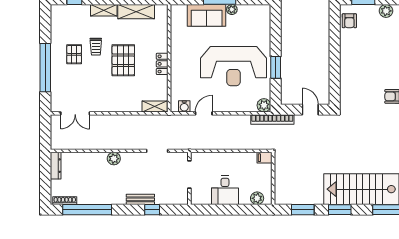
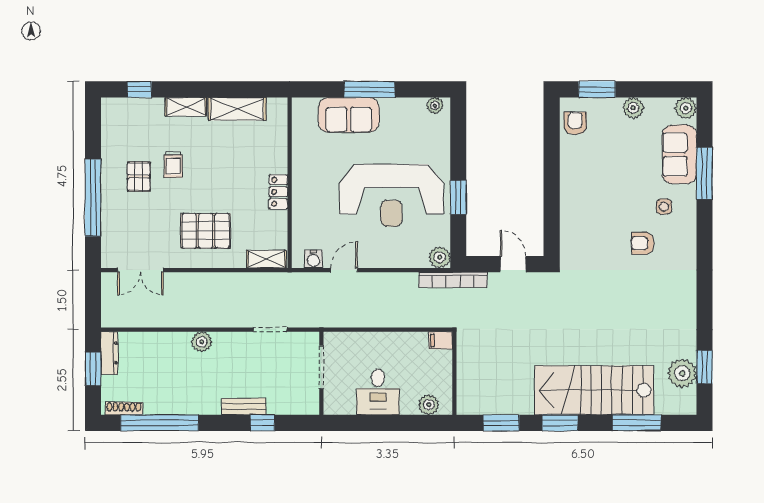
plant: (232, 9) -> (435, 105), moved
armchair: (349, 21) -> (575, 123), turned 180
pallet: (123, 60) -> (206, 231), moved, turned 90
window: (45, 176) -> (93, 369), added

